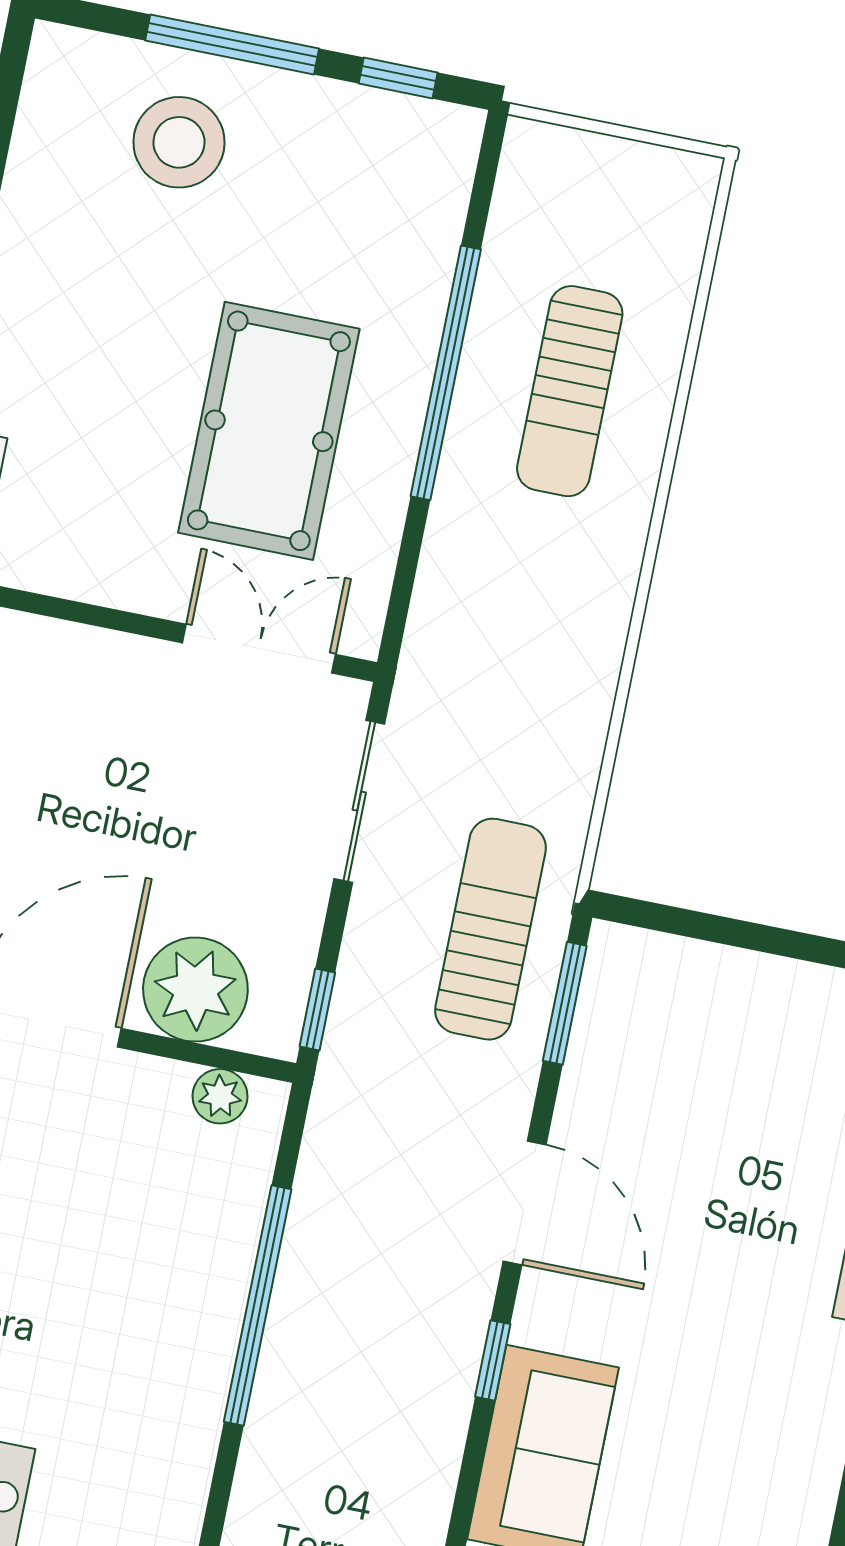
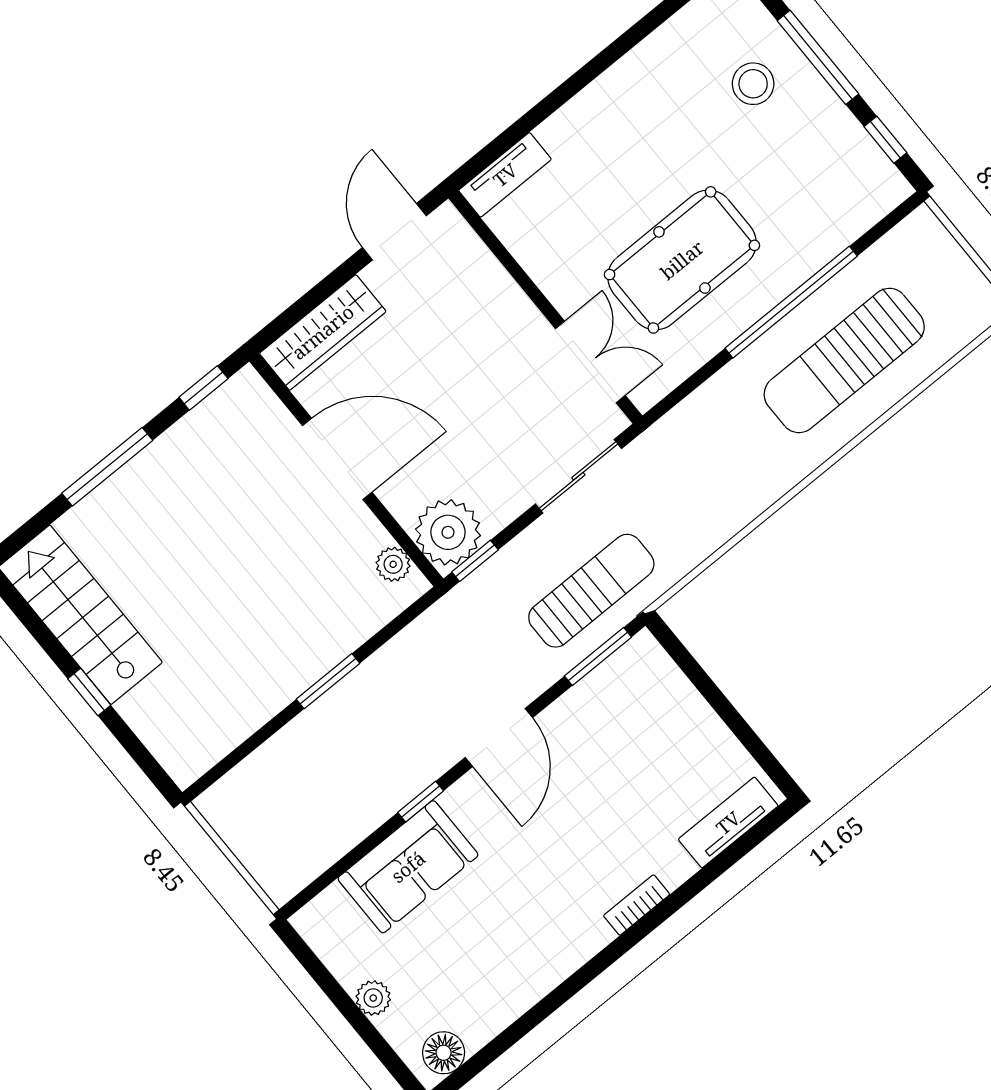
stool: (179, 142) -> (753, 84), width x0.73, depth x0.73
sun lounger: (570, 391) -> (844, 360), width x1.36, depth x1.34
plant: (195, 990) -> (448, 532), moved
window: (258, 1306) -> (328, 681), width x0.47

